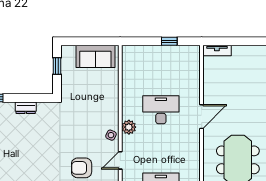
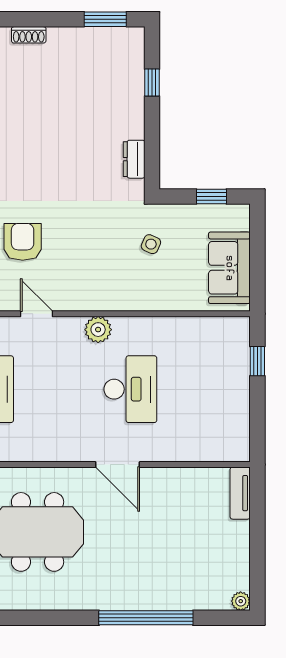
window: (169, 41) -> (257, 361), moved
dresser: (26, 108) -> (134, 159), moved
side table: (111, 135) -> (151, 244), moved

